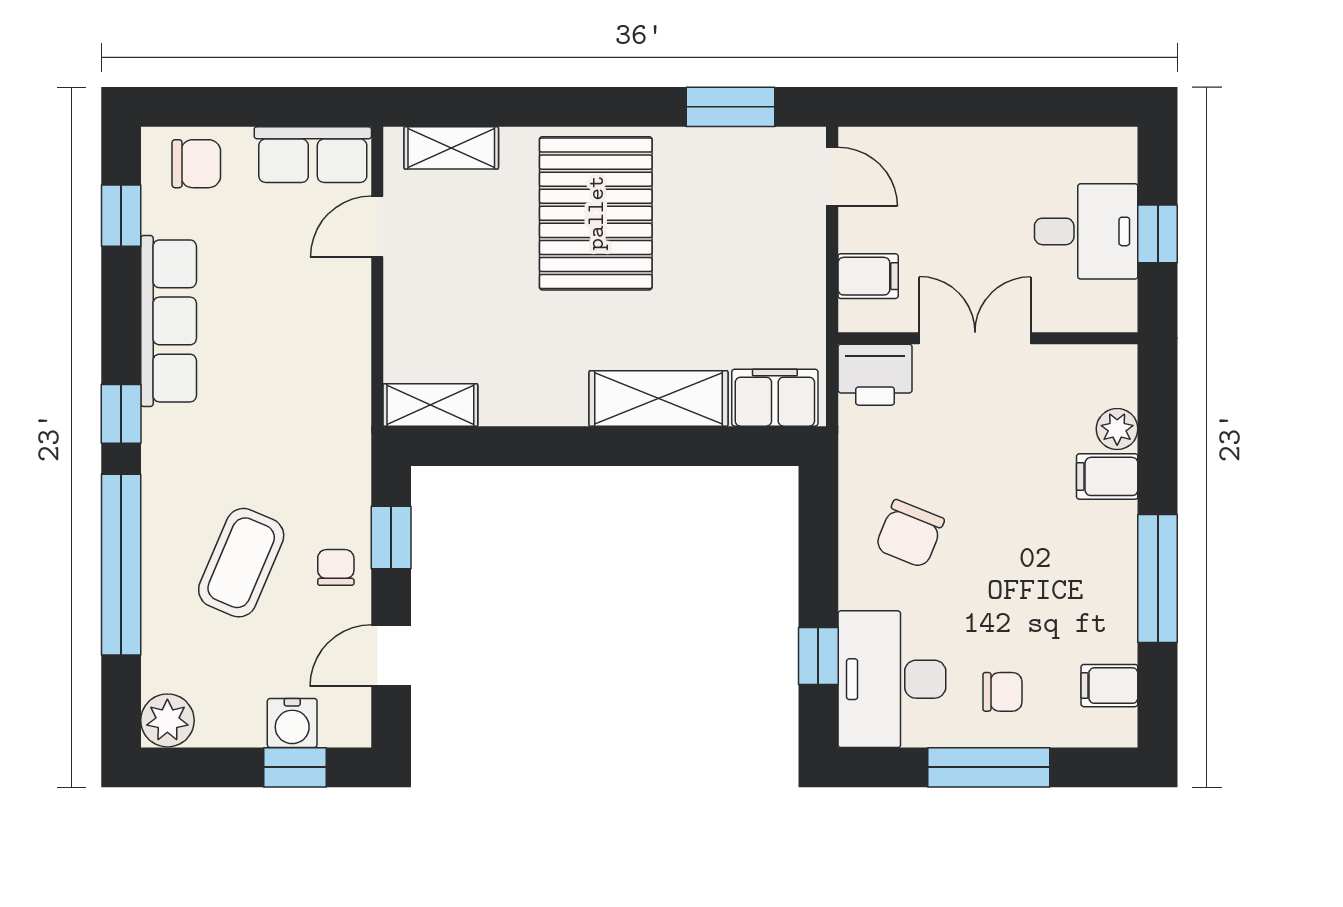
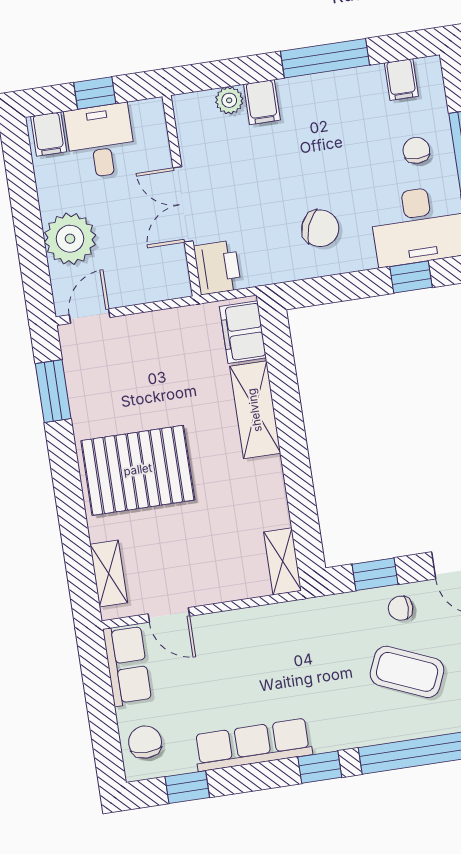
plant: (950, 165) -> (70, 239), added
filing cabinet: (868, 276) -> (49, 134), moved, turned 180

